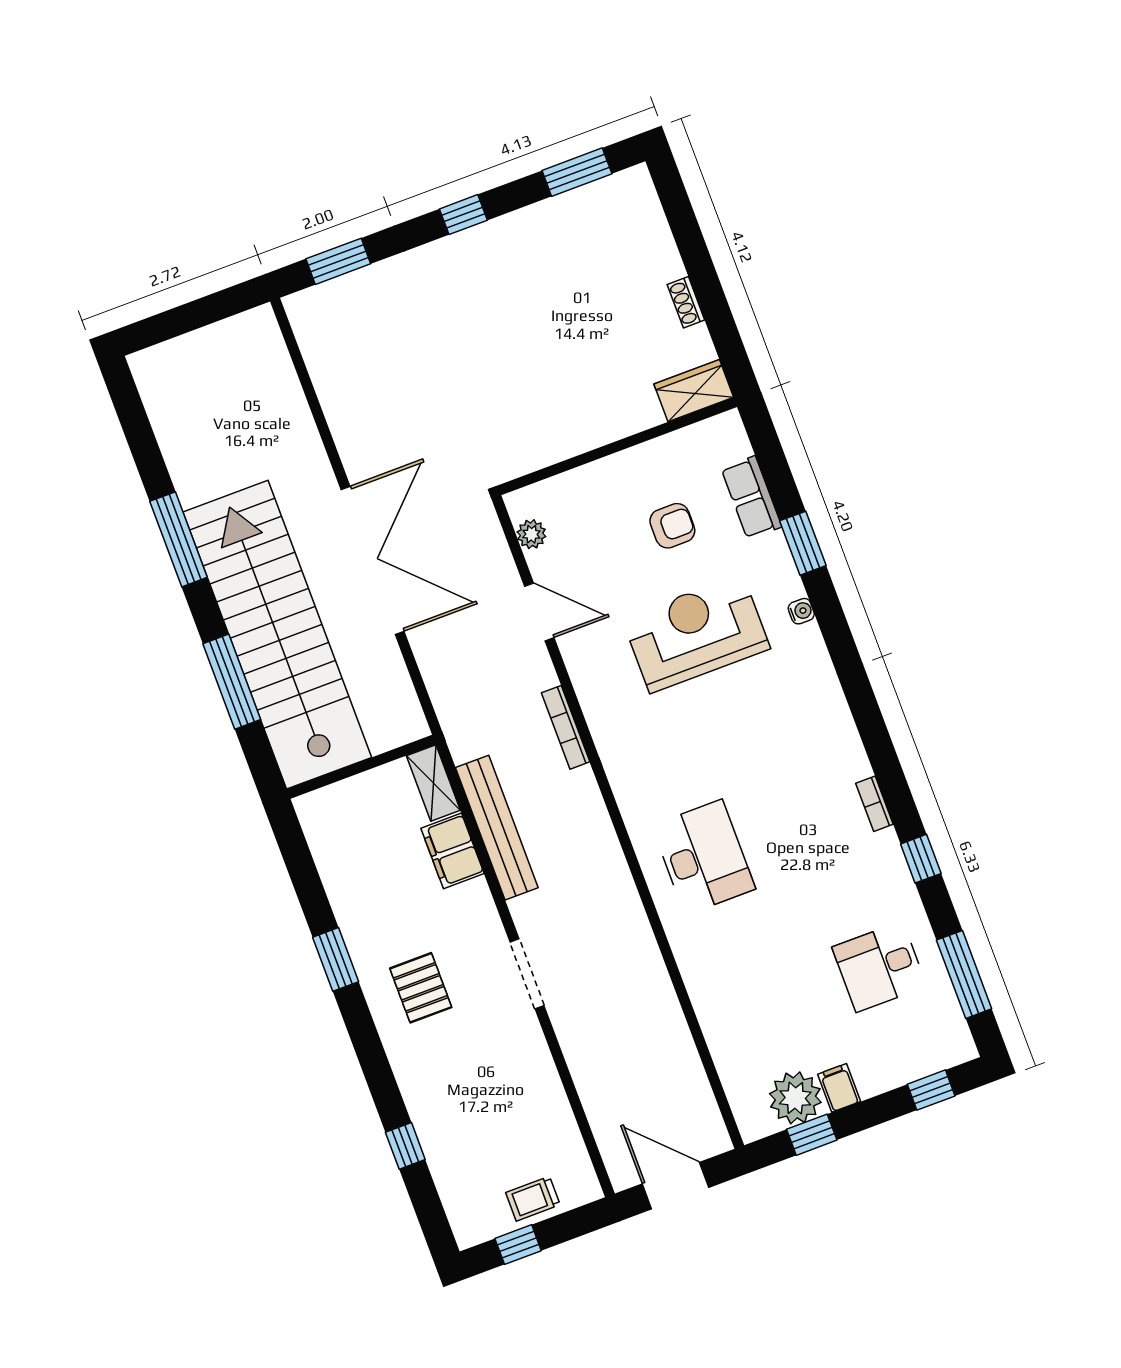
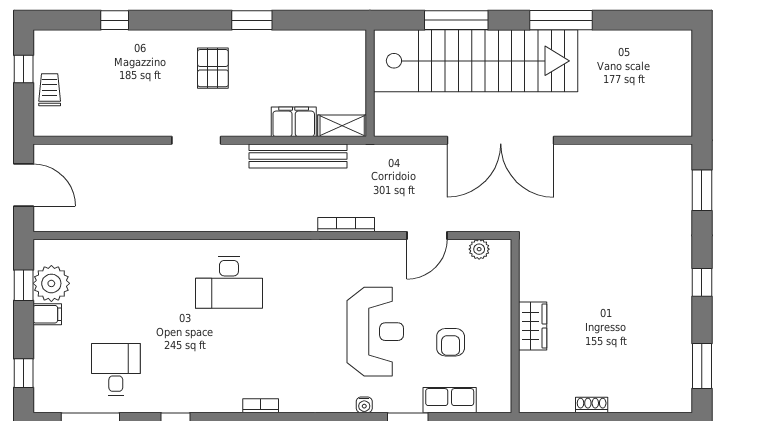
wardrobe: (694, 391) -> (533, 326), moved
bookcase: (874, 804) -> (261, 406), moved
pallet: (421, 988) -> (213, 68), turned 90
door: (676, 1186) -> (24, 185), hinge flipped

